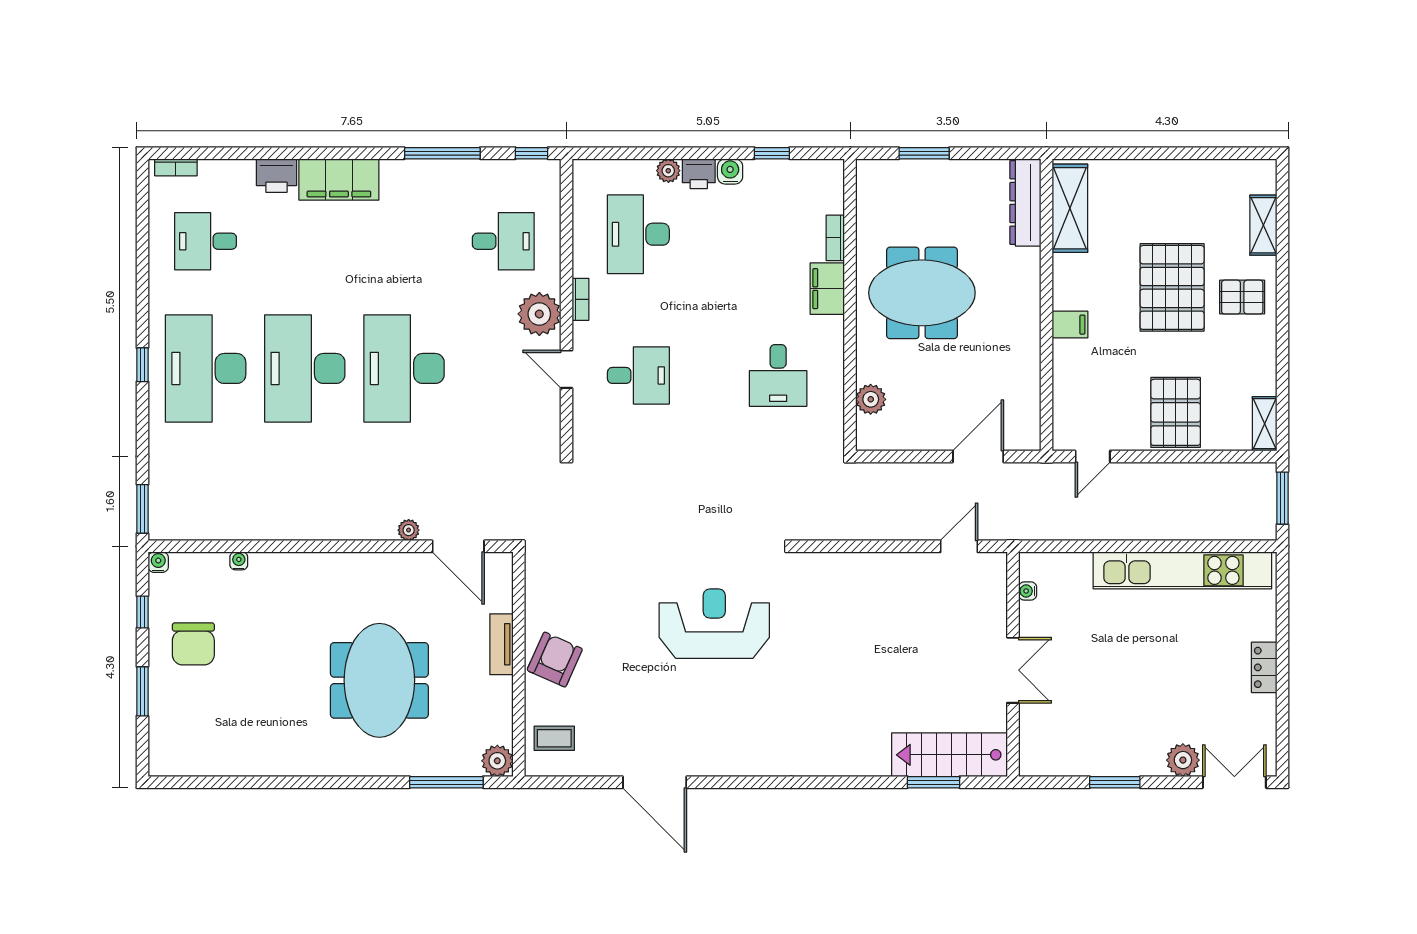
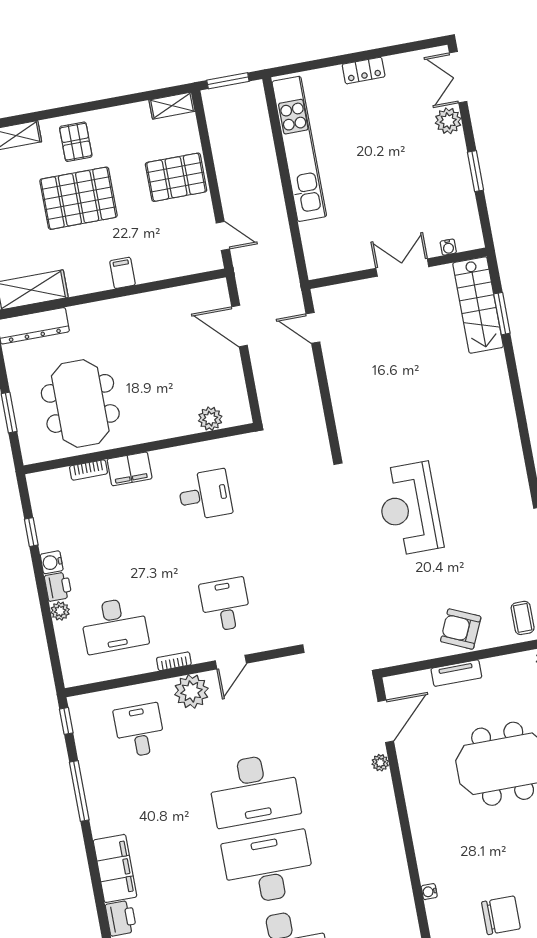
meeting table: (922, 293) -> (80, 403), moved
desk: (305, 368) -> (268, 868), turned 180
water cooler: (1028, 591) -> (448, 247), moved

